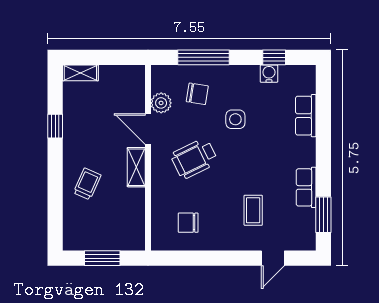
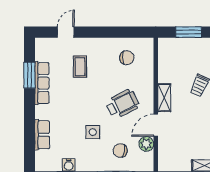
door: (148, 129) -> (156, 125), swing flipped
row of seats: (306, 187) -> (42, 83), width x1.48
window: (323, 215) -> (29, 75), moved

